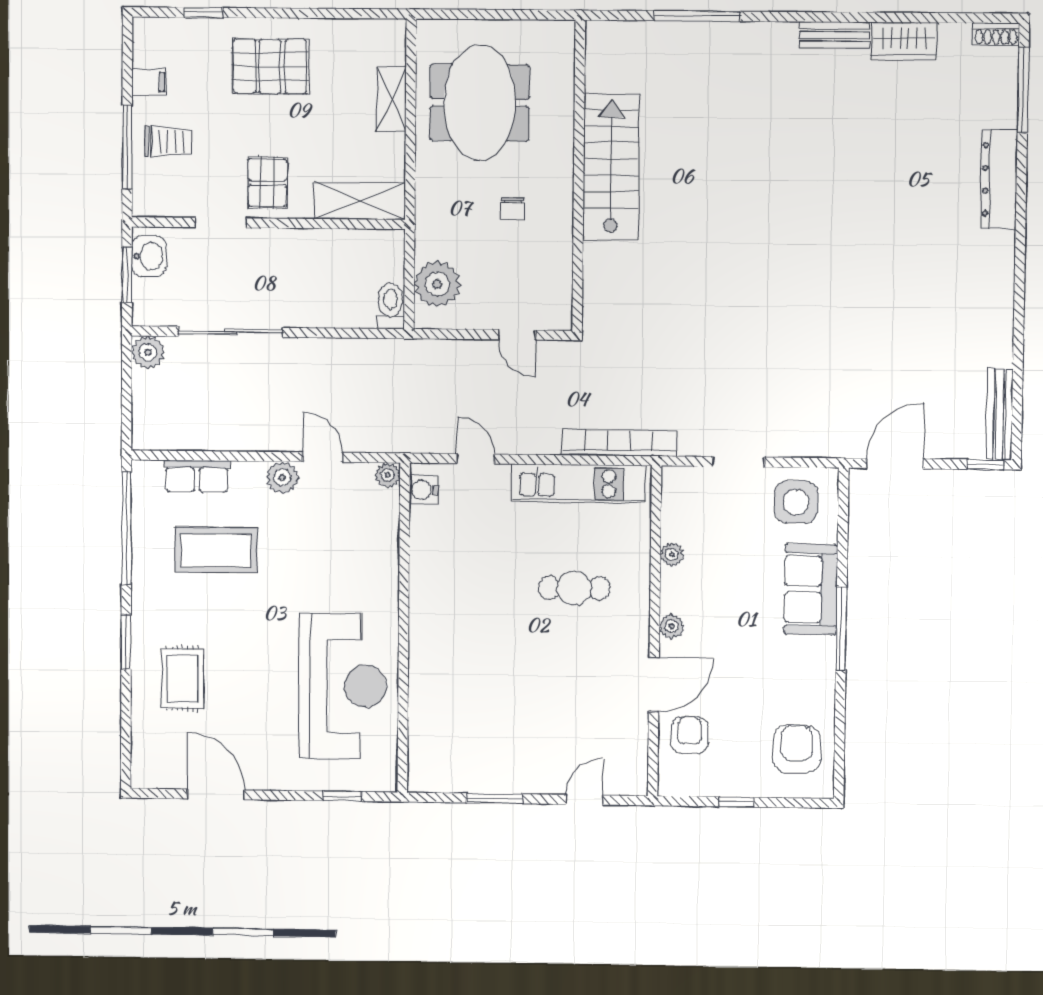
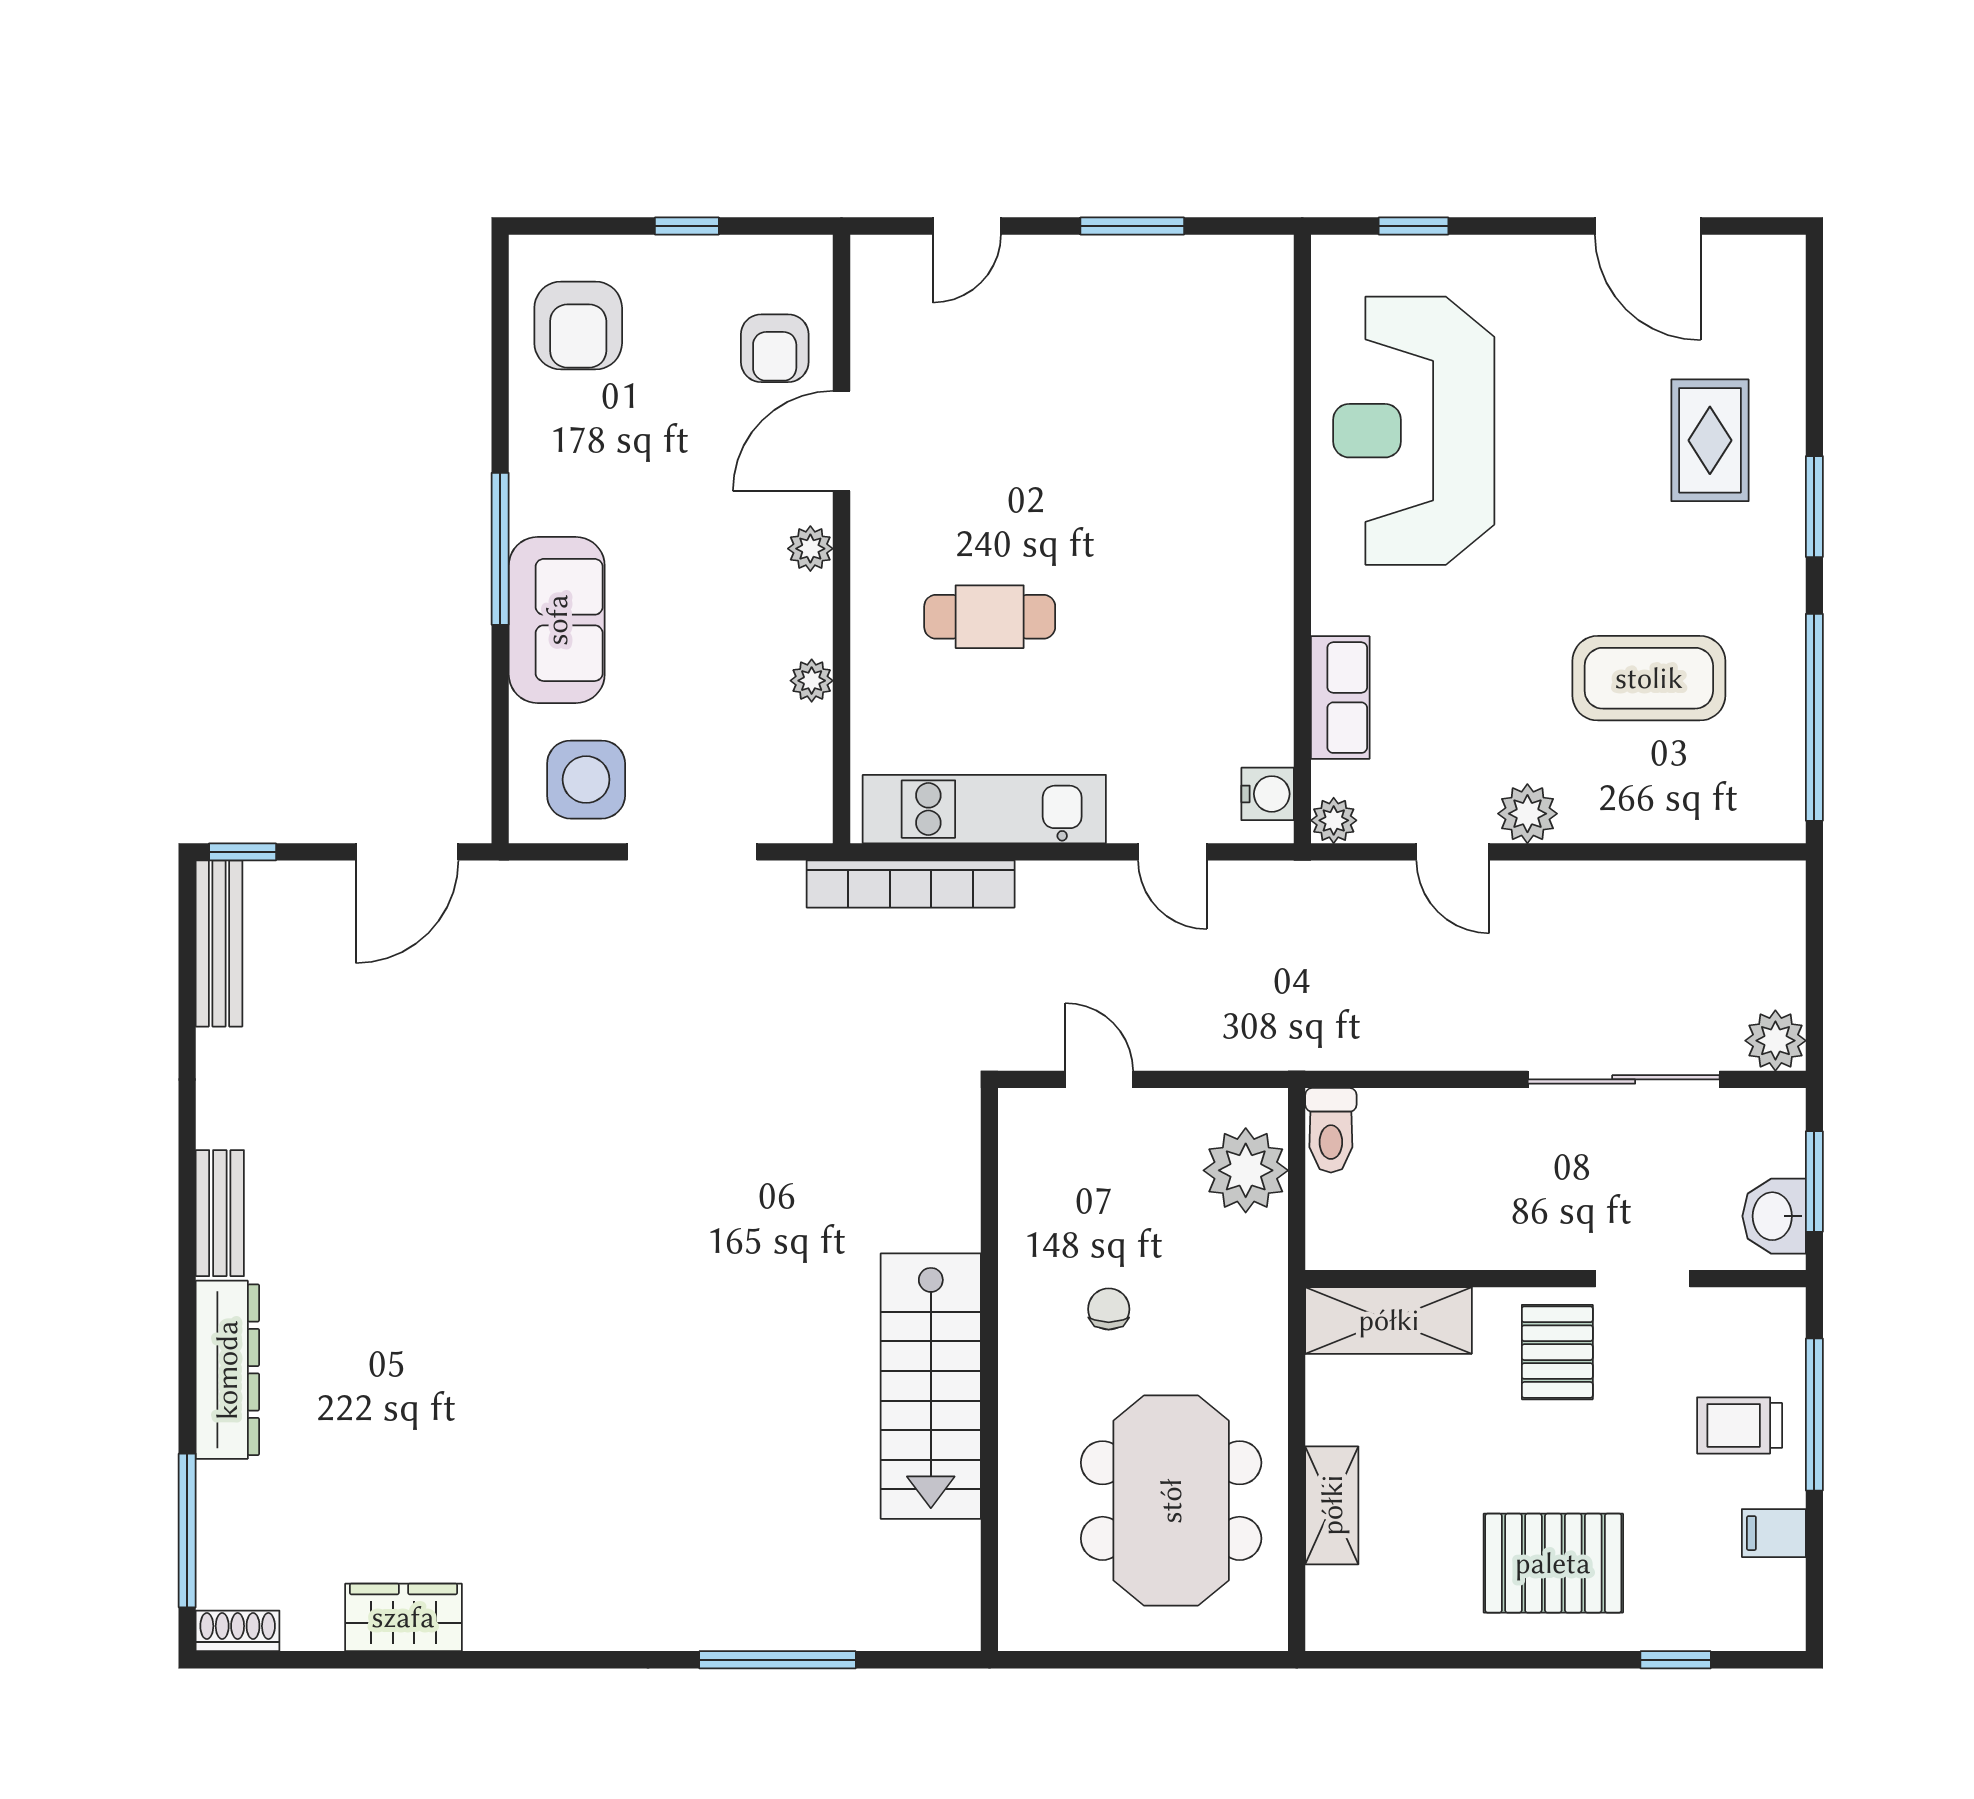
bench: (834, 35) -> (220, 1213), moved, turned 90
doorway: (738, 462) -> (692, 852), width x1.38
row of seats: (197, 476) -> (1340, 698), moved, turned 90

